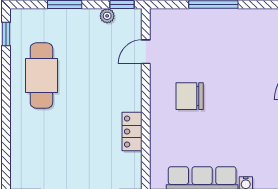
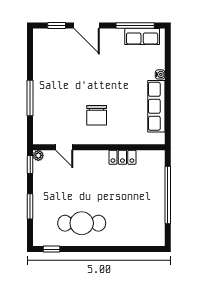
plant: (107, 16) -> (38, 155), moved

